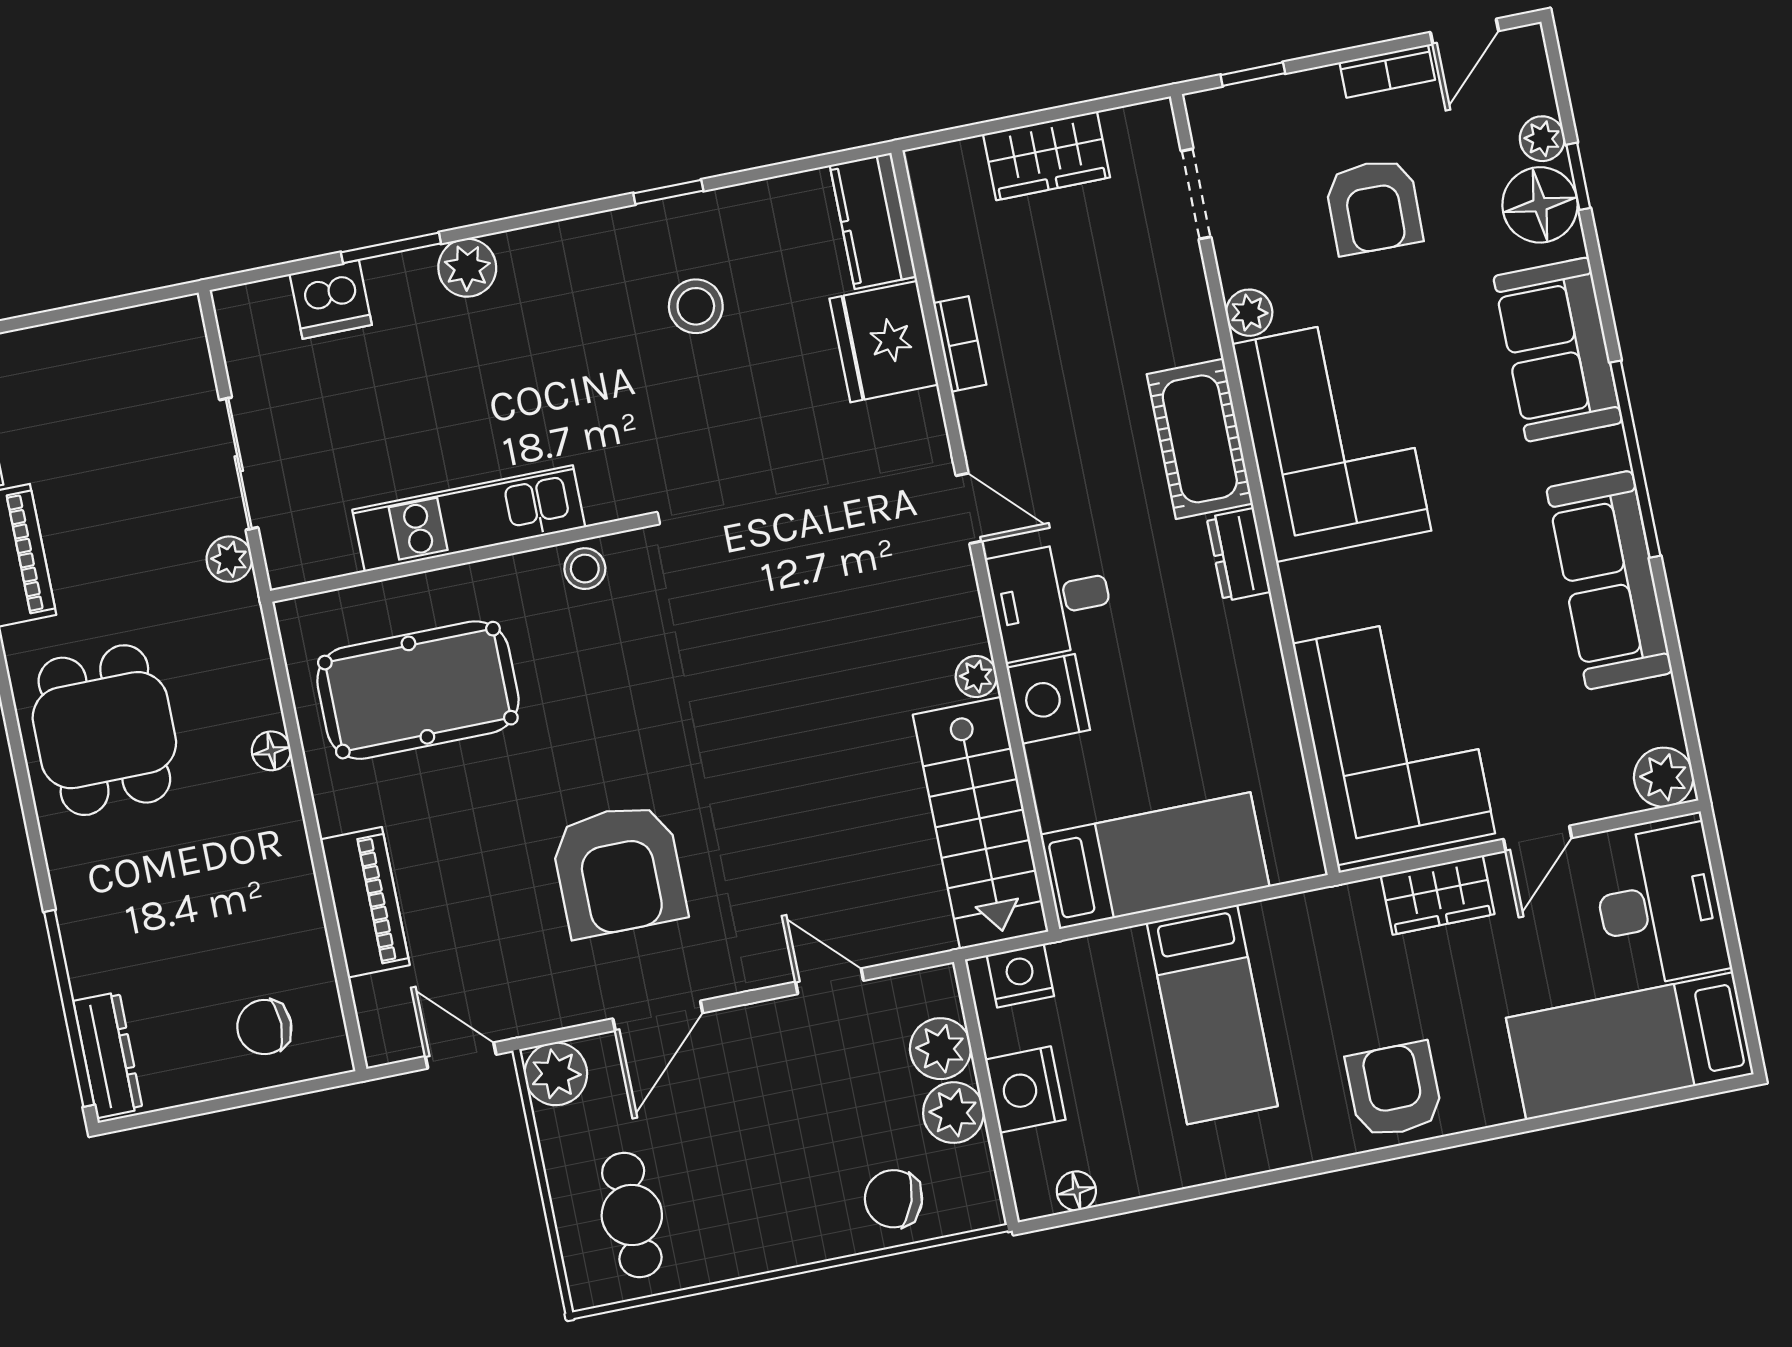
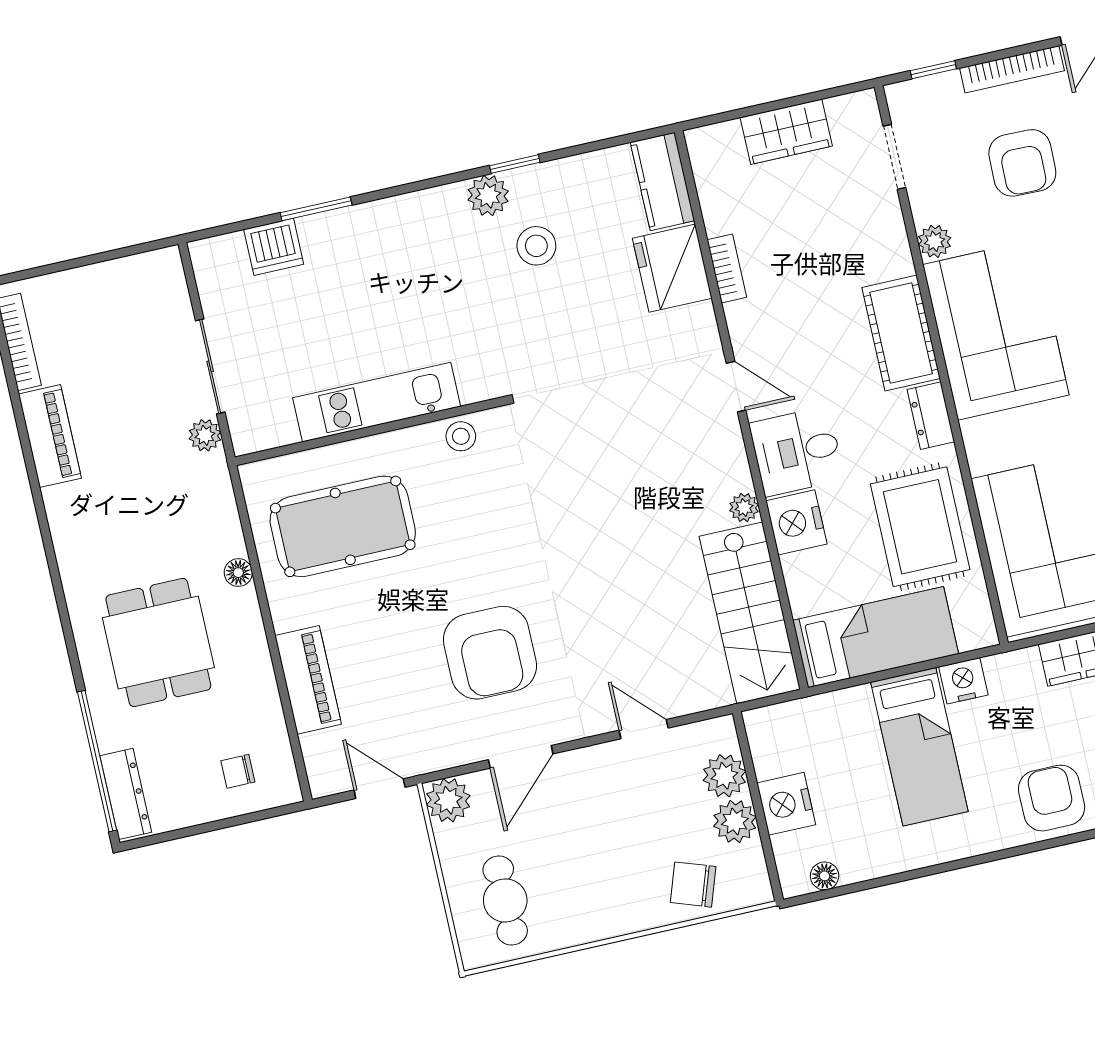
bookcase: (1387, 71) -> (1012, 69), width x1.56
plant: (467, 268) -> (488, 195), moved
rug: (1220, 709) -> (920, 527), added
dining table: (104, 730) -> (158, 643), moved
nightstand: (1020, 976) -> (963, 681), moved
chair: (264, 1027) -> (238, 771), width x0.73, depth x0.73

